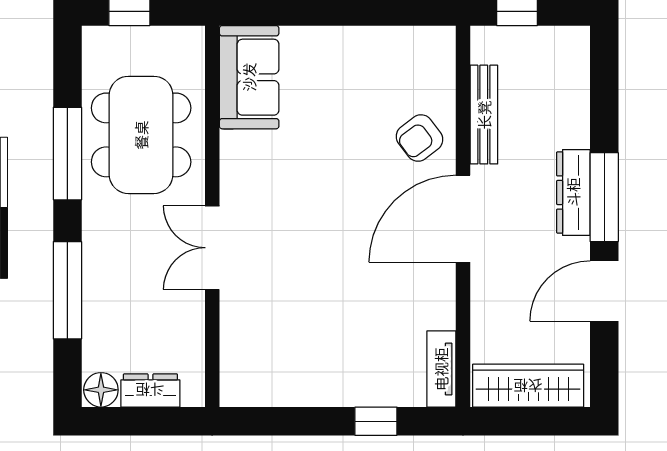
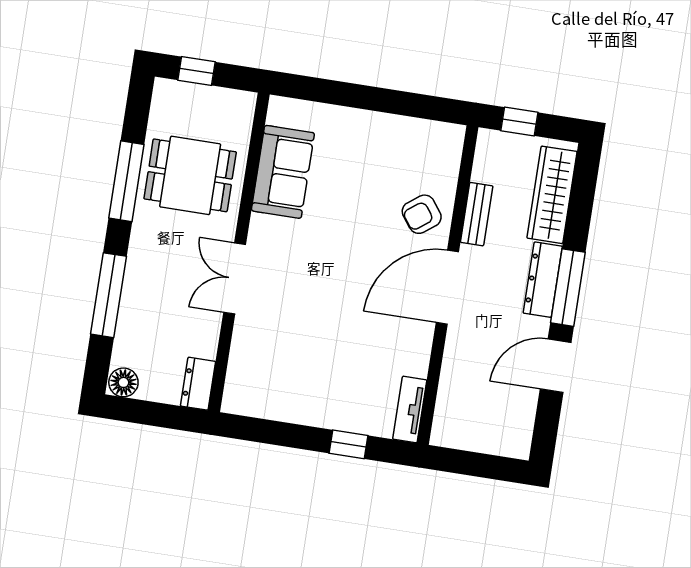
sofa: (249, 77) -> (283, 172), moved
bench: (484, 115) -> (477, 214), width x0.73
dining table: (141, 135) -> (190, 175), width x0.73
wardrobe: (528, 386) -> (552, 195), moved, turned -90
dresser: (150, 390) -> (198, 384), moved, turned -90

